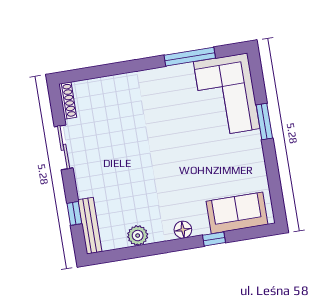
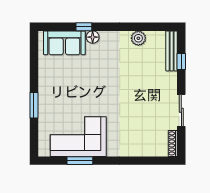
window: (190, 57) -> (80, 161), width x0.69
corner sofa: (227, 95) -> (78, 137), moved, turned -90
floor lamp: (183, 230) -> (93, 37), moved

